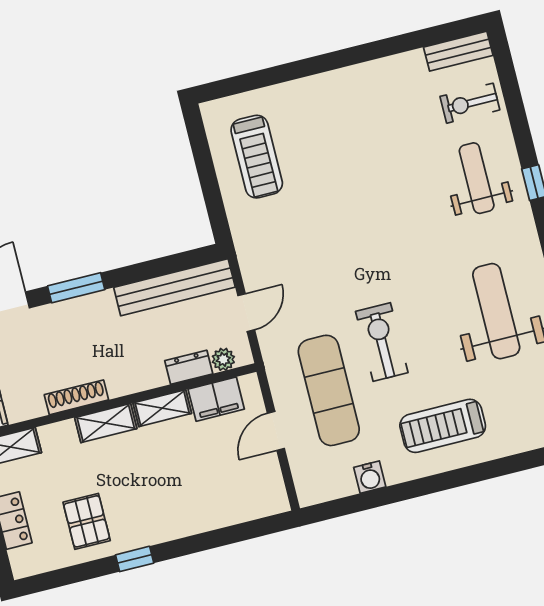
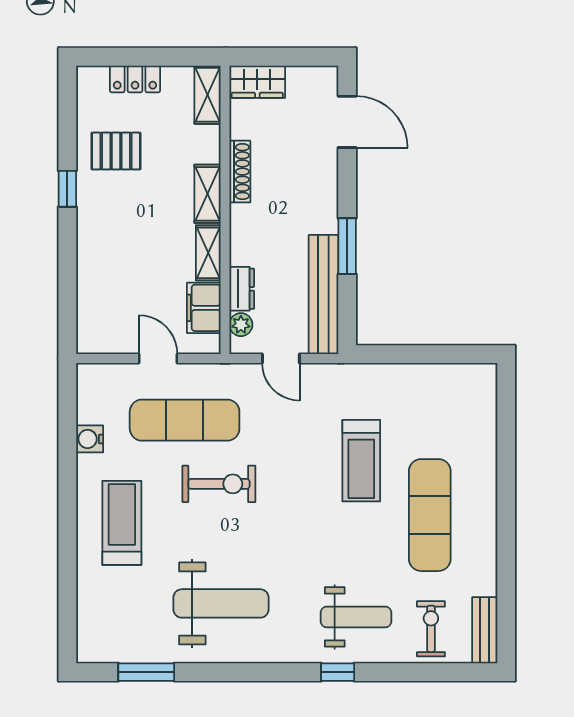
exercise mat: (361, 132) -> (430, 515), added
treadmill: (257, 157) -> (361, 461), moved, turned -90
window: (76, 288) -> (347, 246), moved

